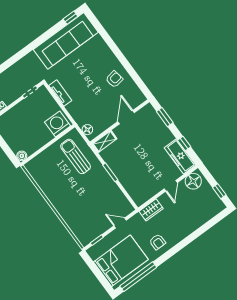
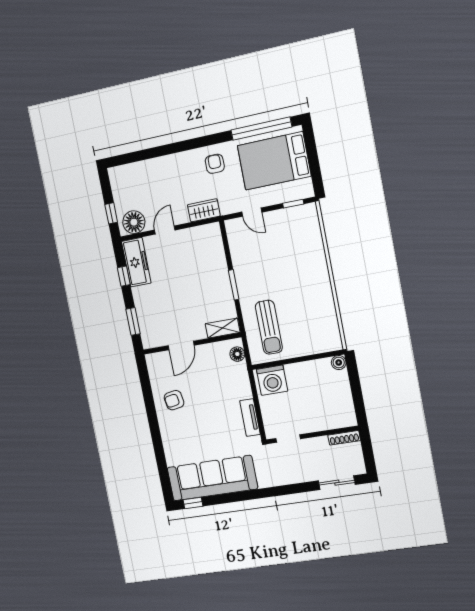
window: (219, 191) -> (111, 213), moved

